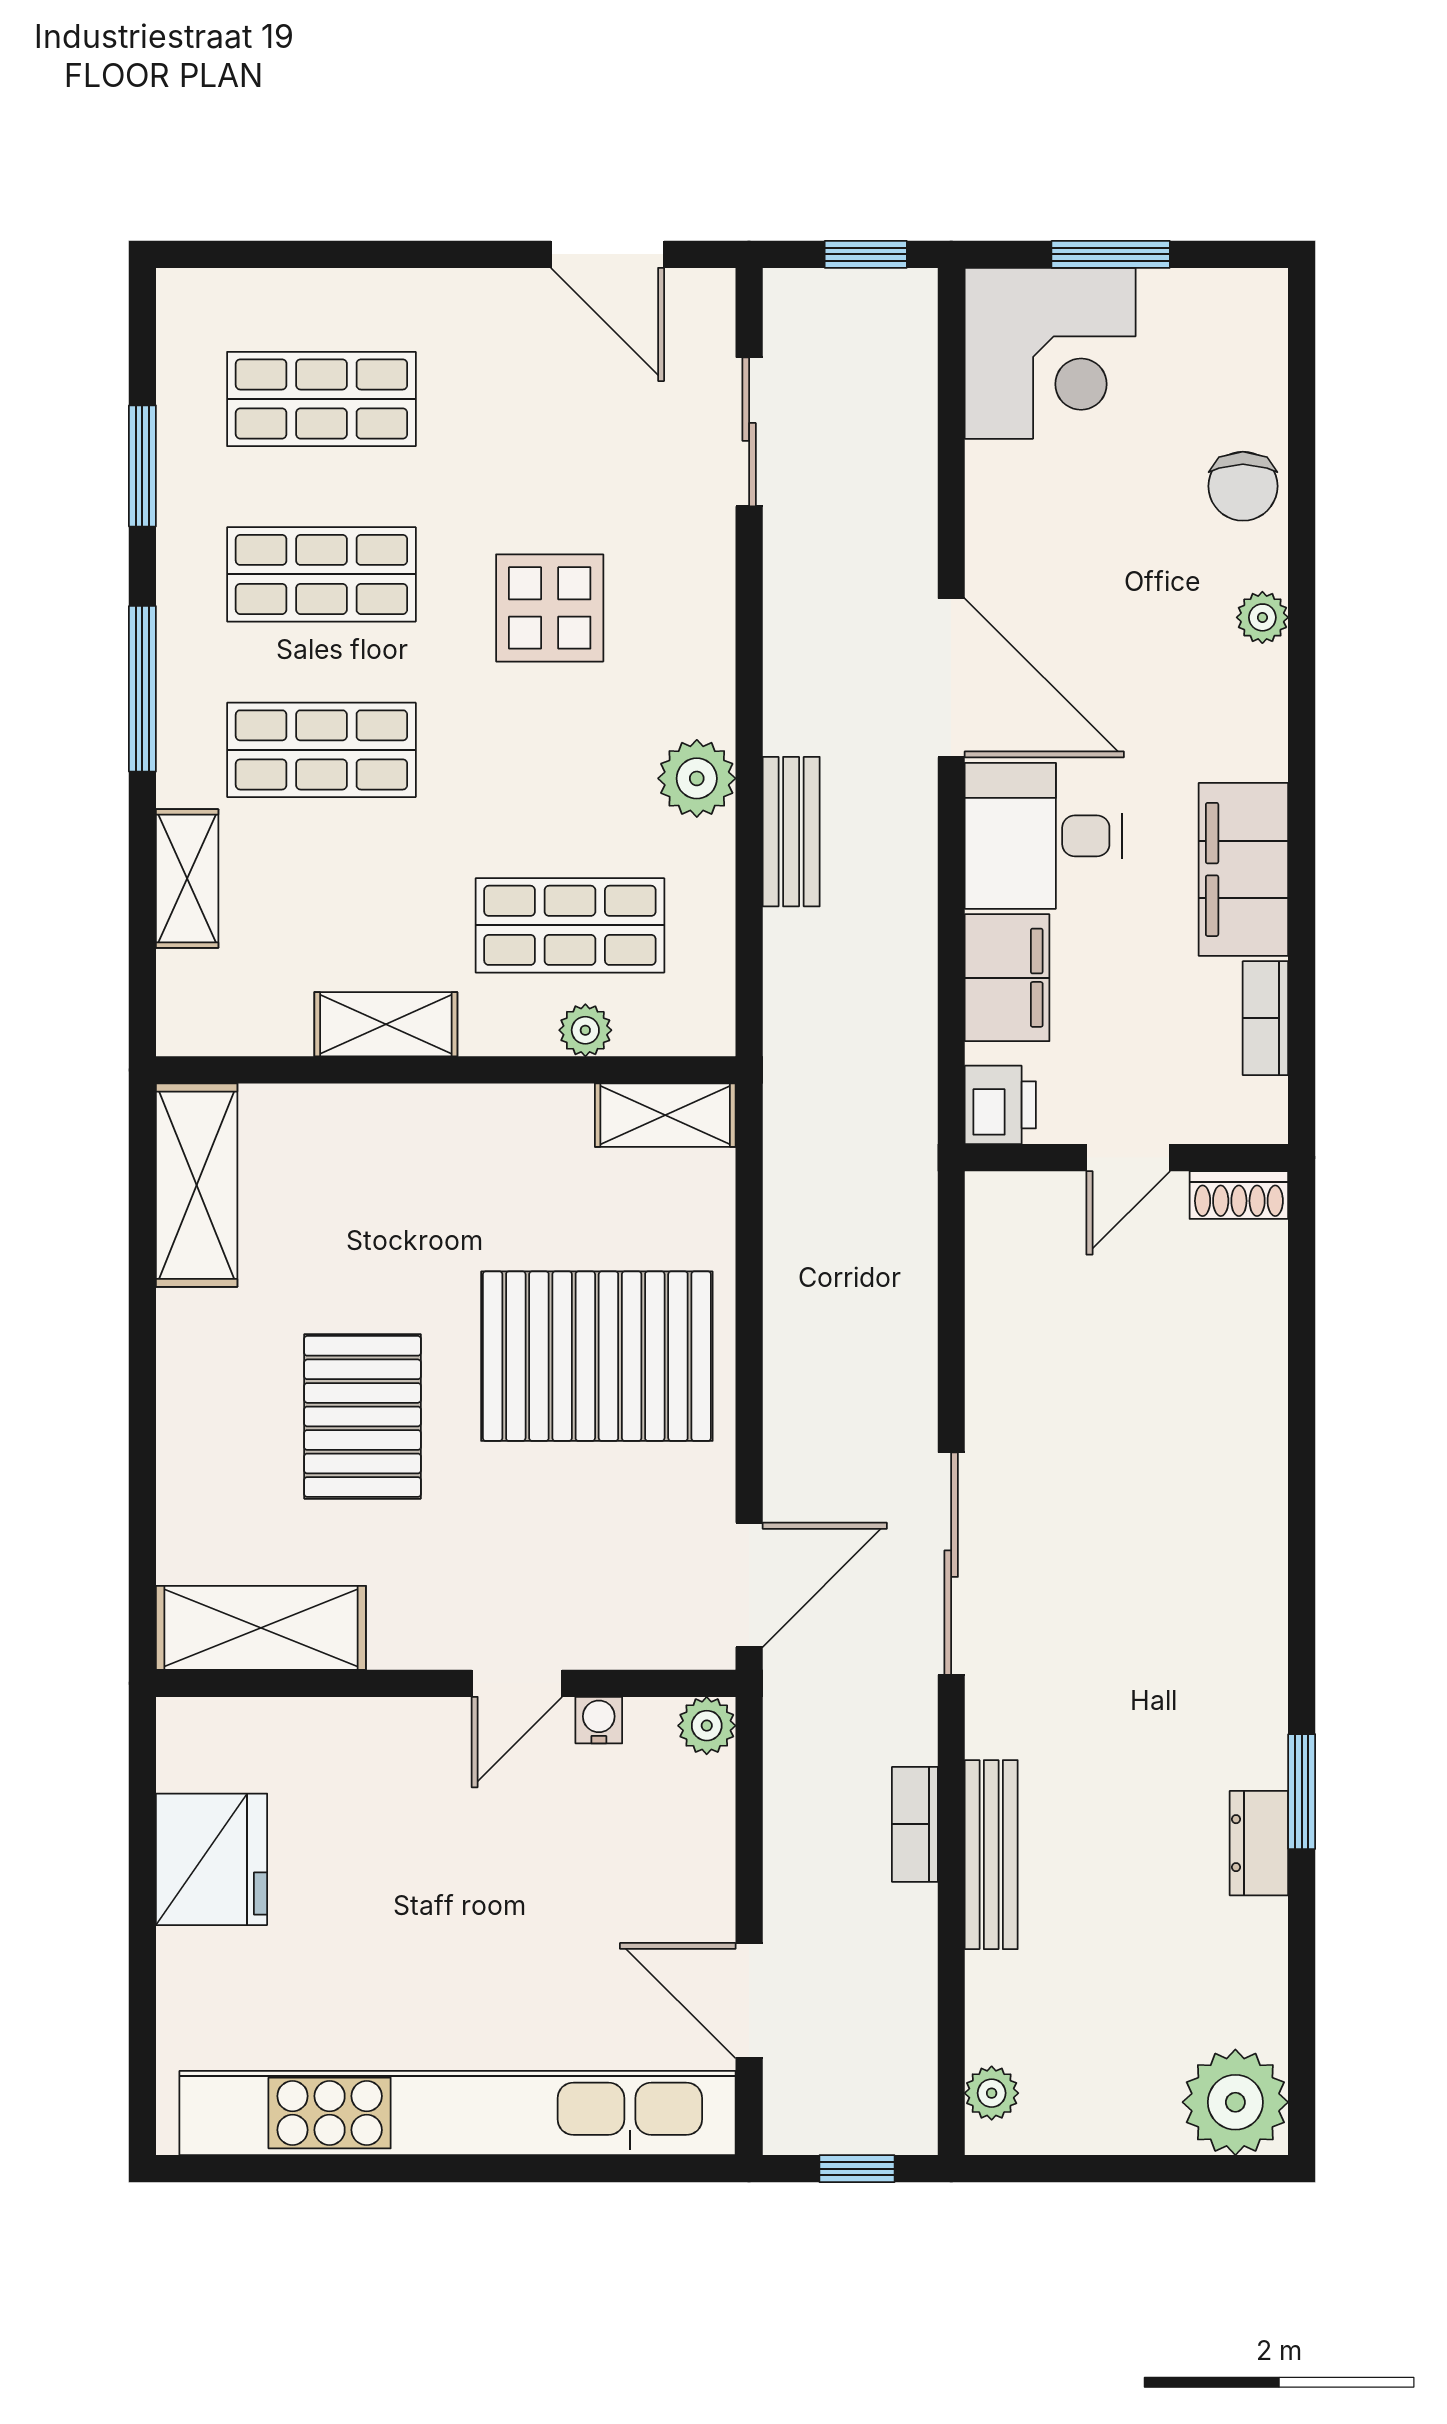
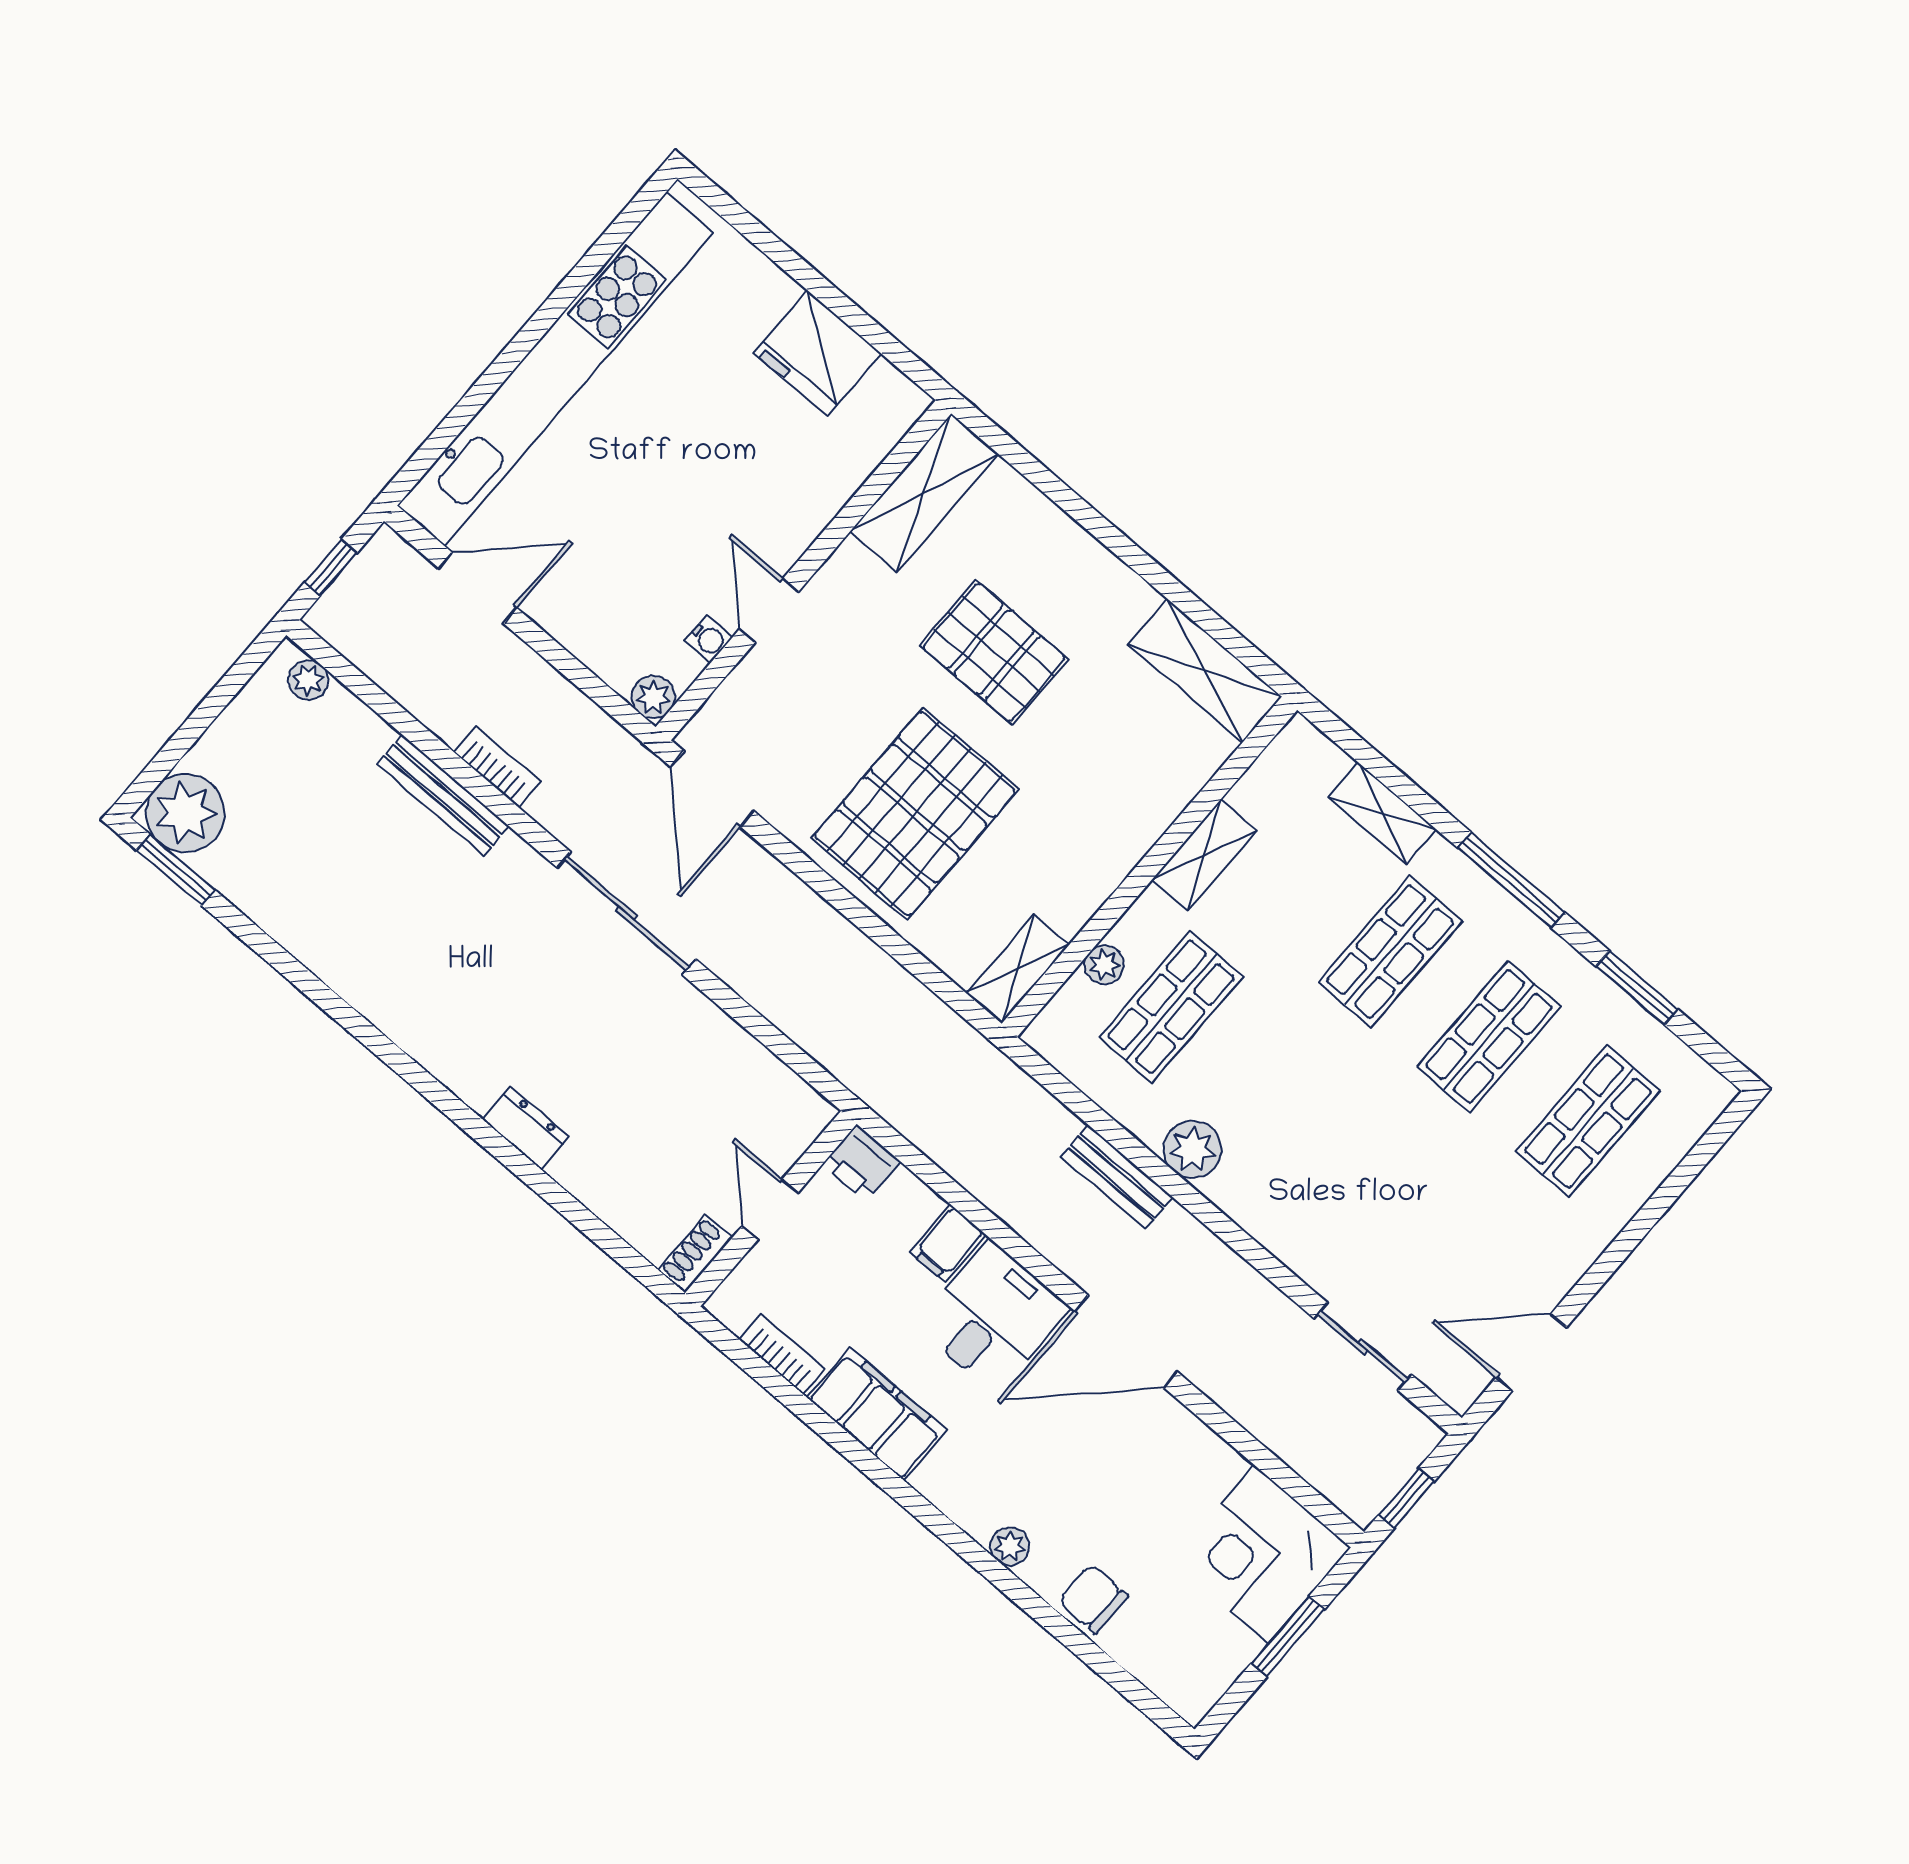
display table: (550, 608) -> (1360, 1149), removed
filing cabinet: (1007, 978) -> (948, 1243), width x0.50
window: (1302, 1792) -> (176, 870), moved
dresser: (1259, 1843) -> (526, 1128), moved

